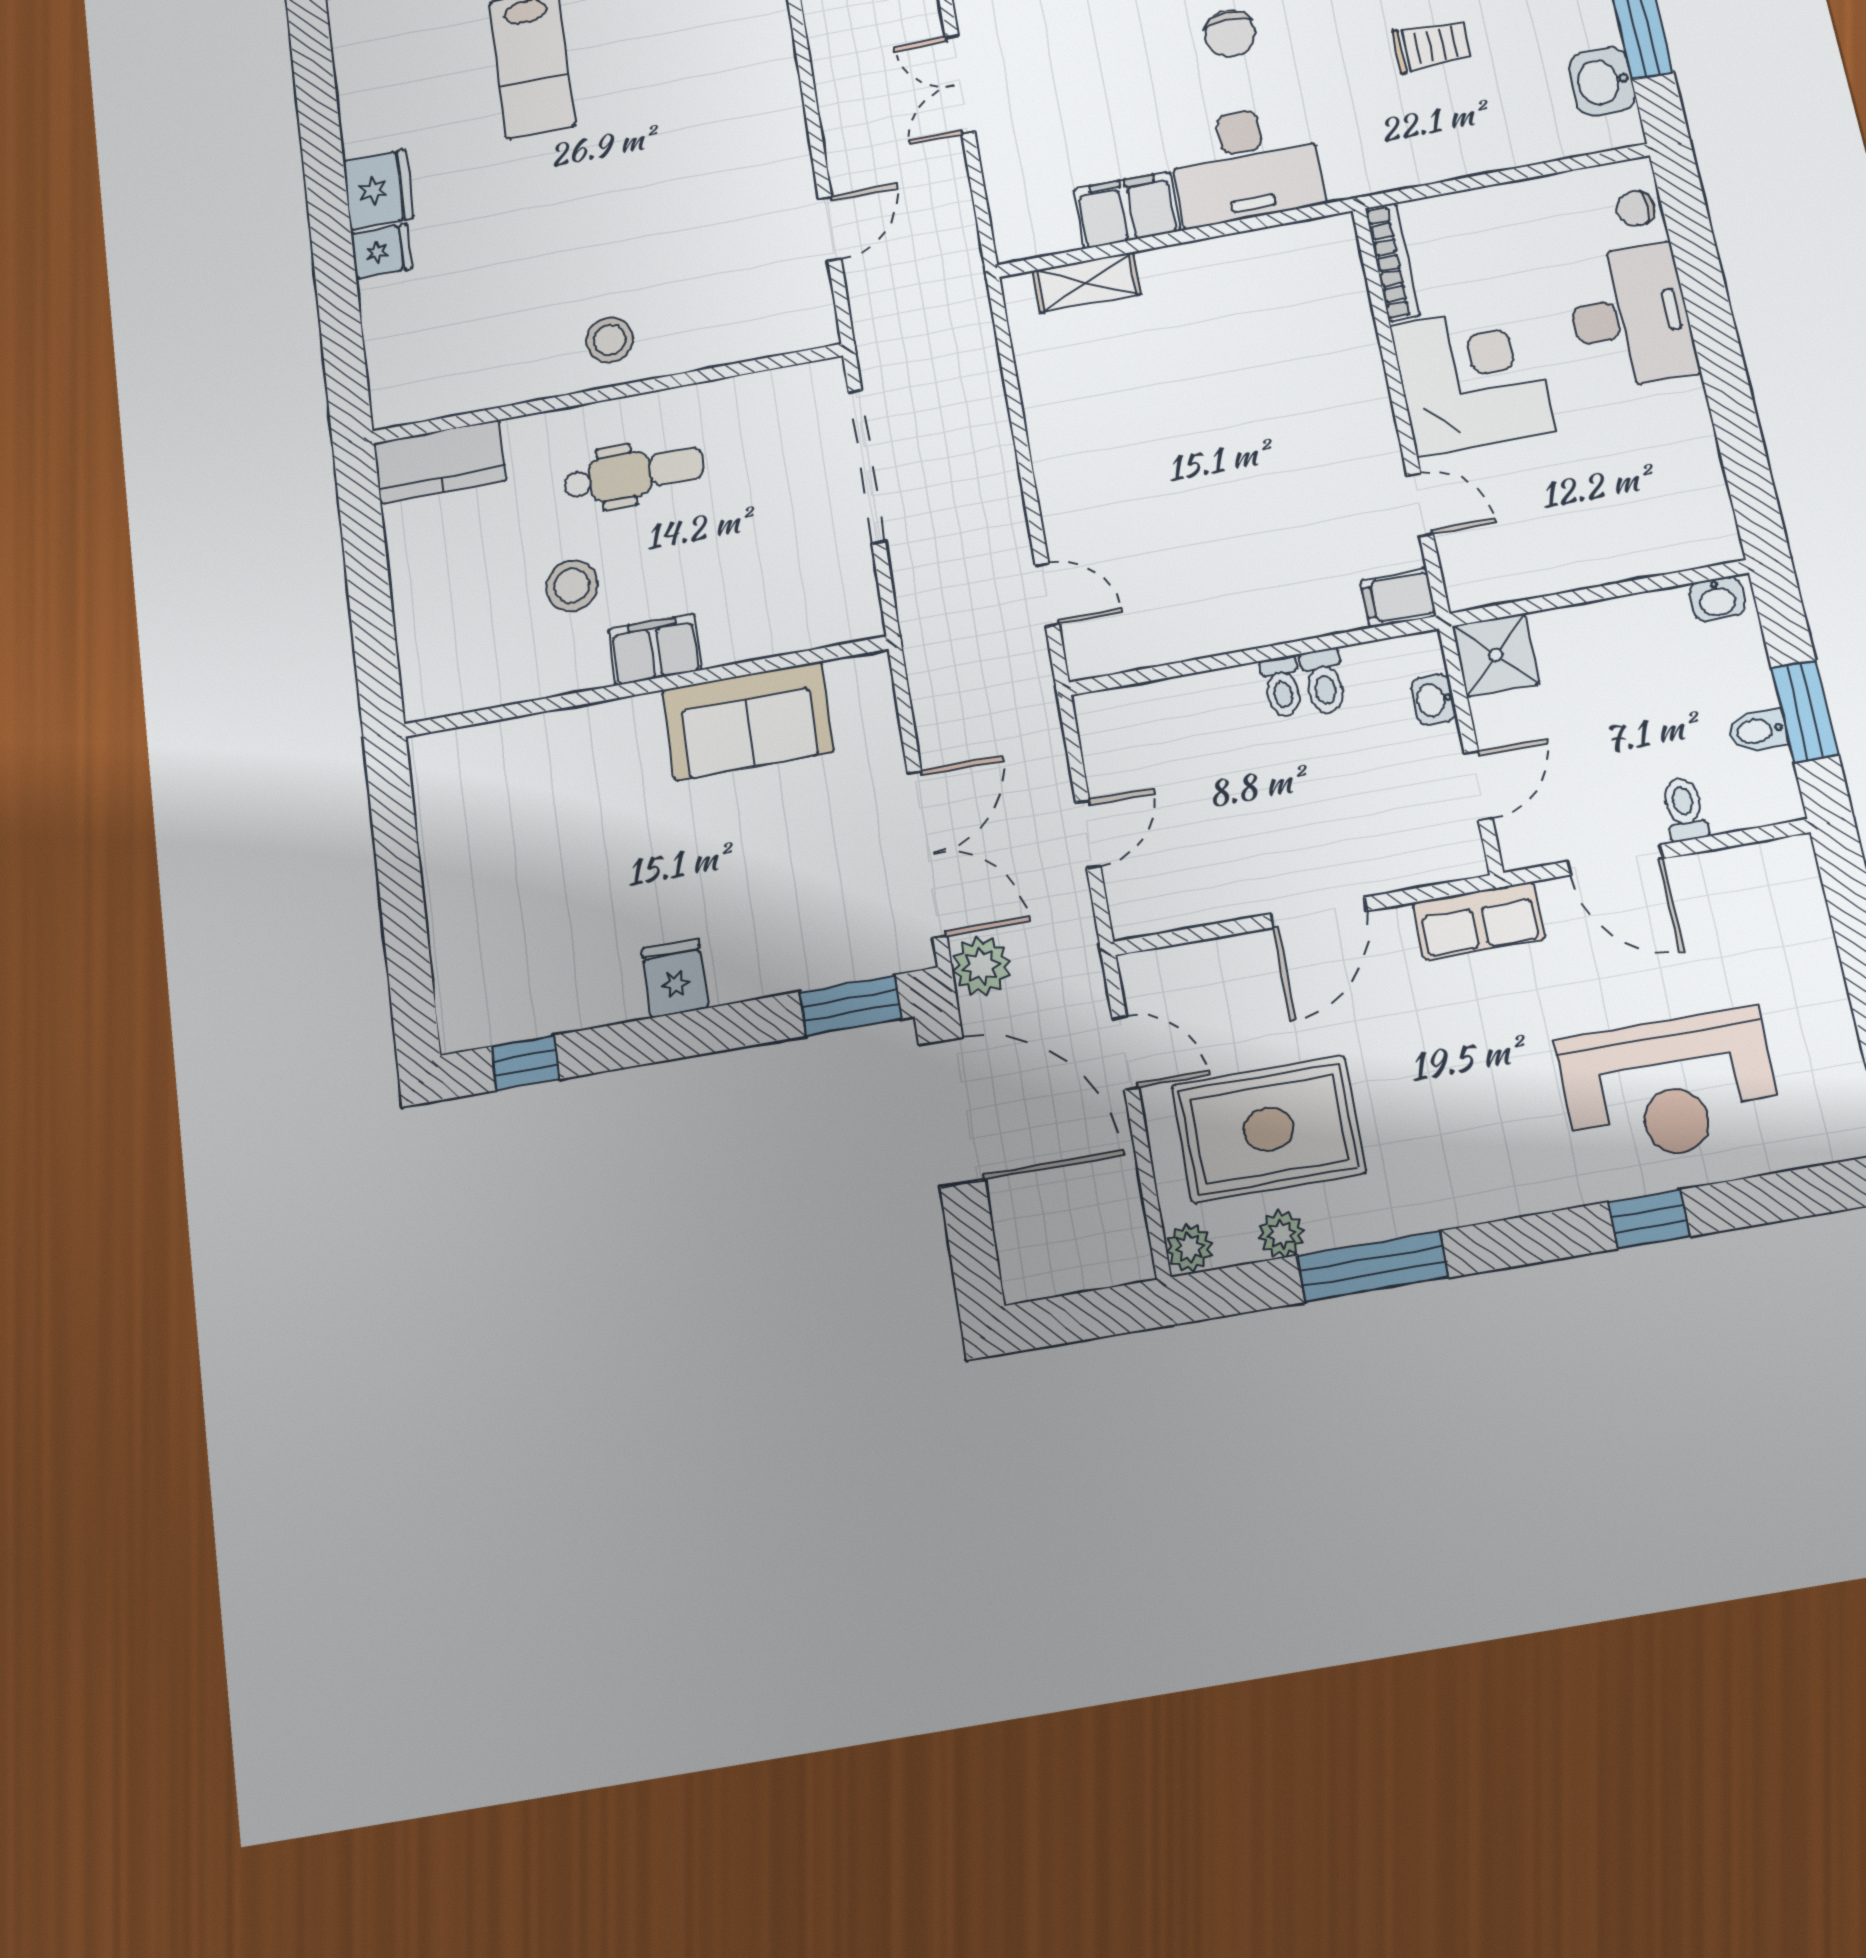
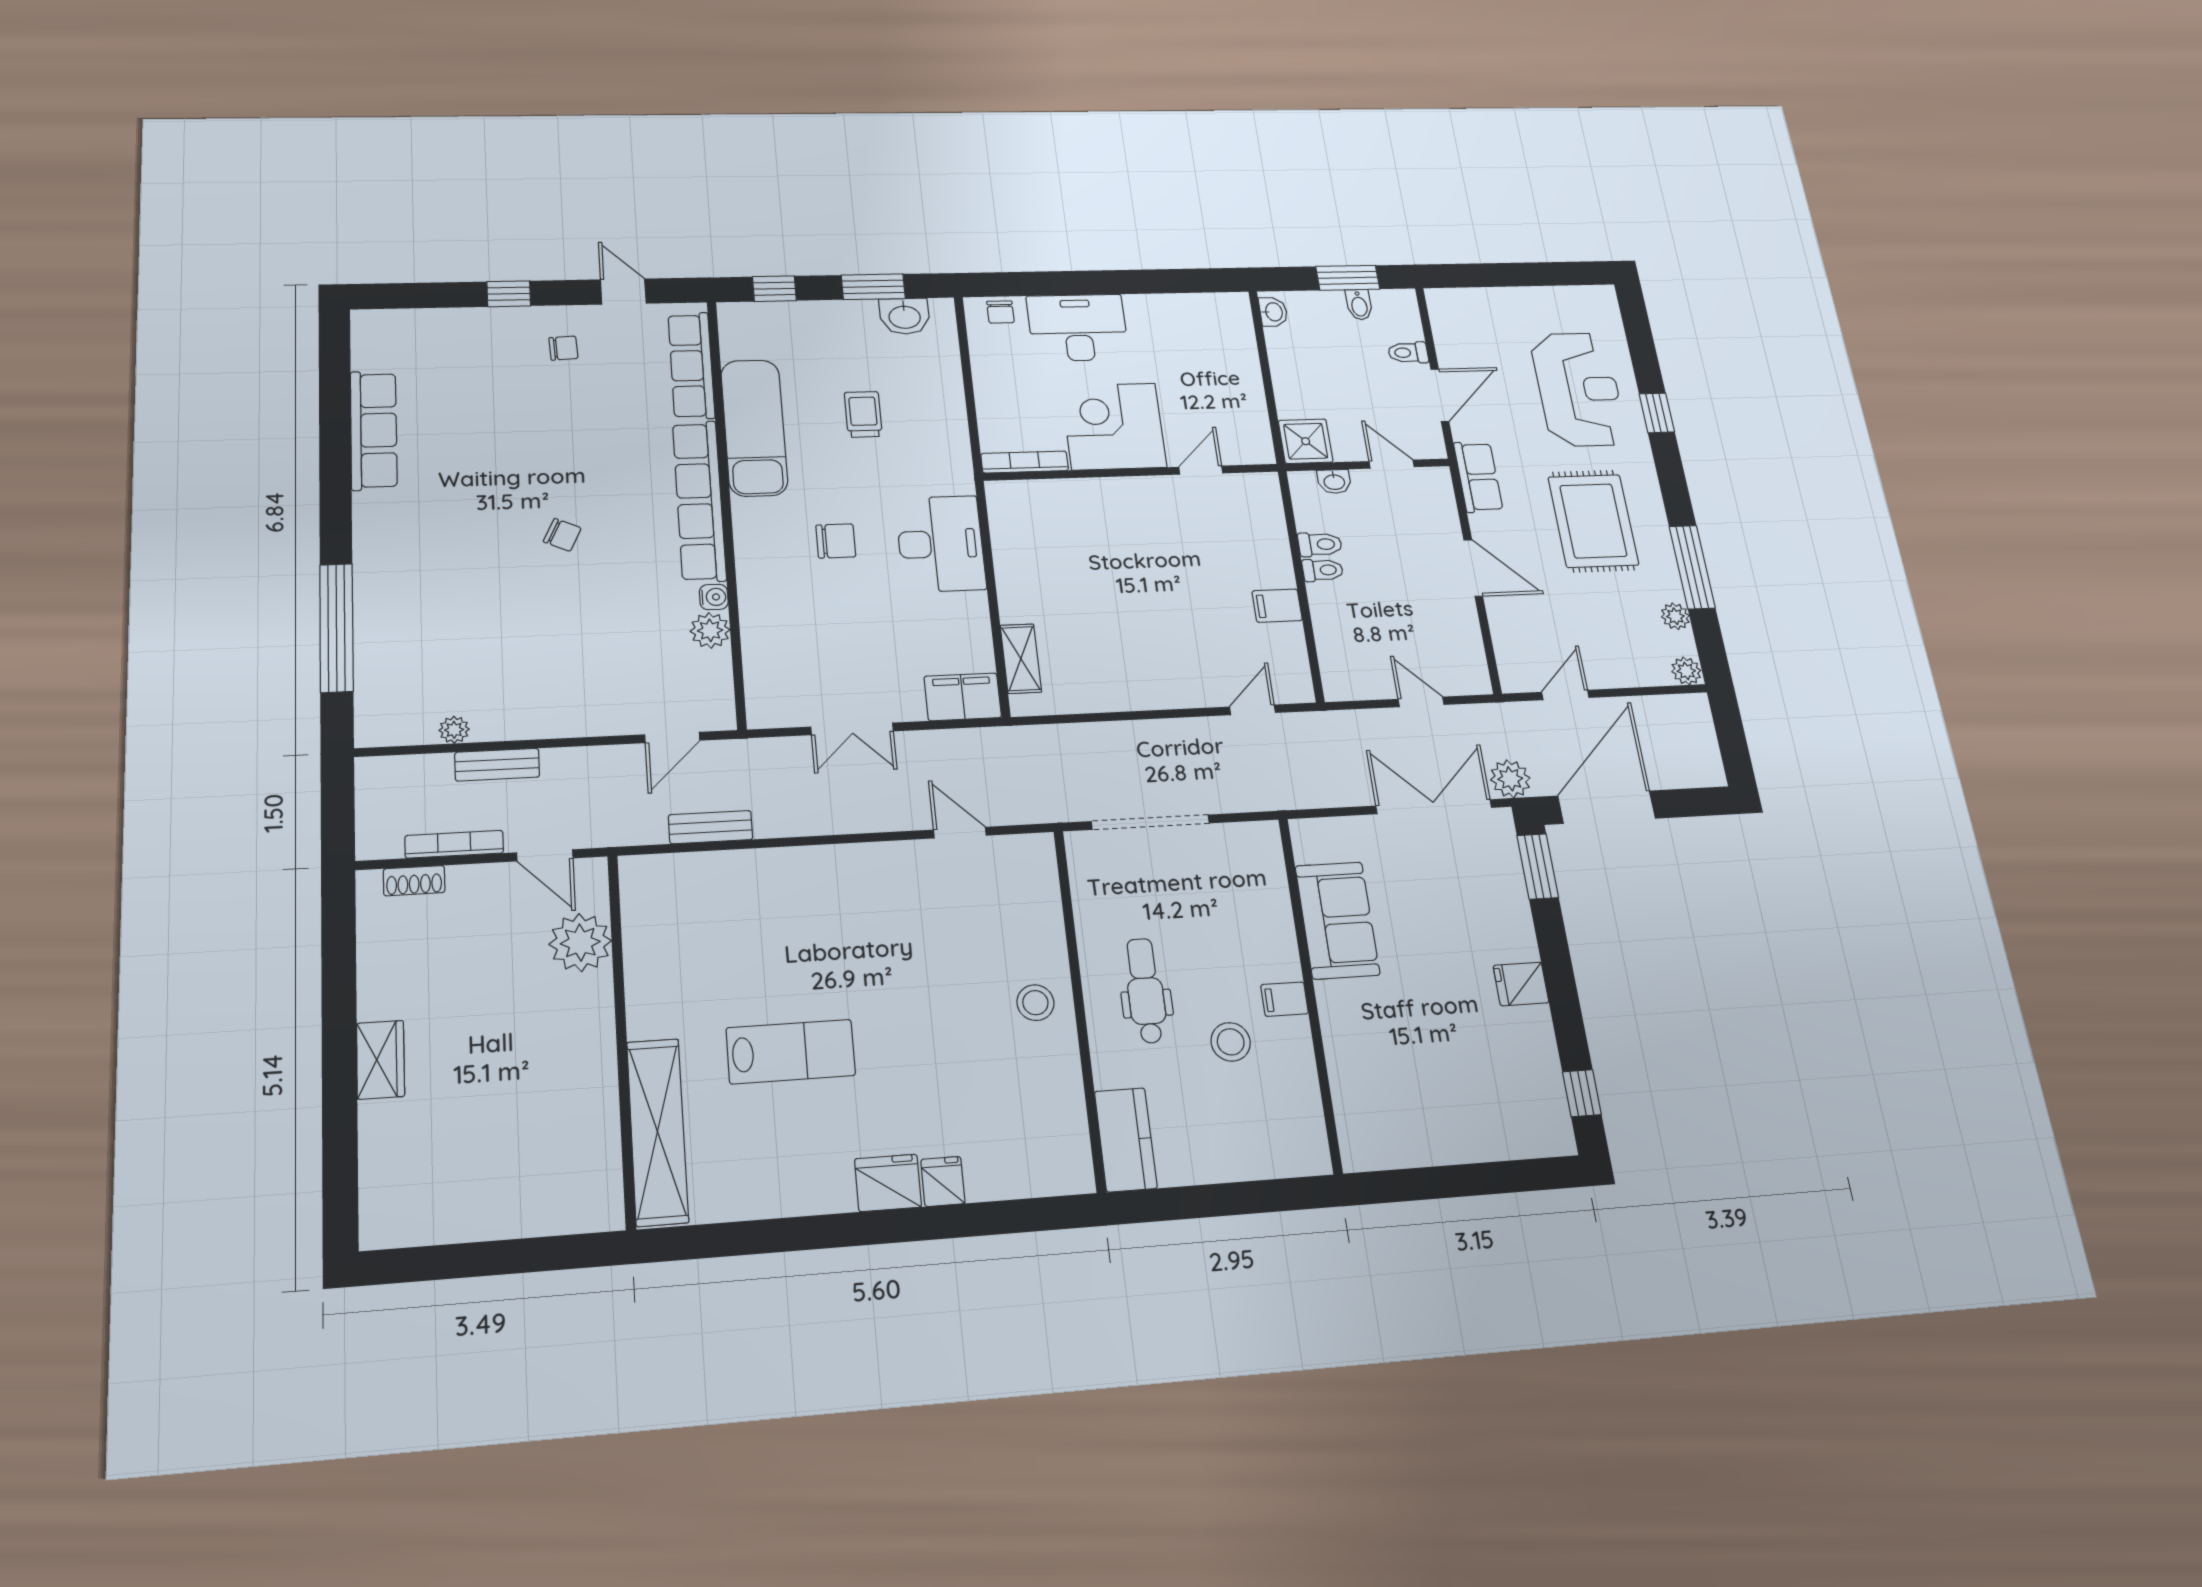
filing cabinet: (1127, 210) -> (963, 697), moved, turned 90
filing cabinet: (1398, 598) -> (1277, 606), moved, turned 90
filing cabinet: (655, 649) -> (1285, 999), width x0.50
rug: (1269, 1129) -> (1593, 521), moved

